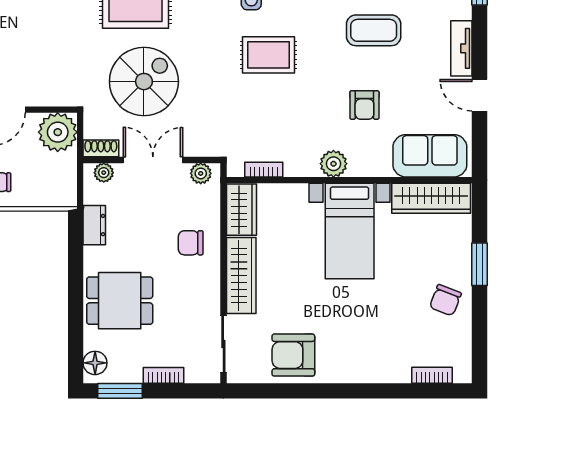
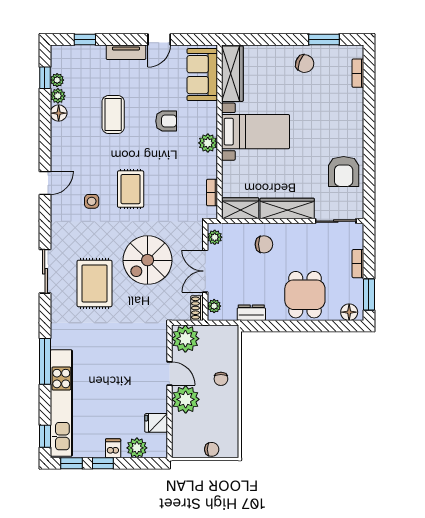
spiral stairs: (144, 82) -> (148, 260), moved, turned -90
chair: (191, 243) -> (264, 244), turned -90
window: (479, 264) -> (324, 39), moved

